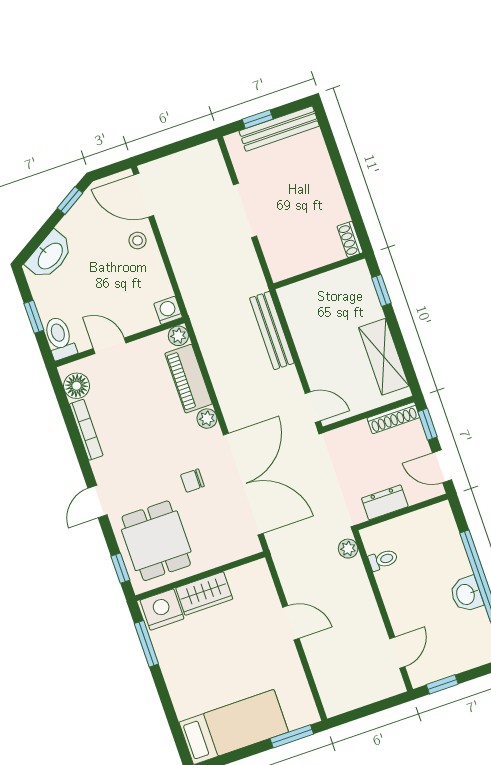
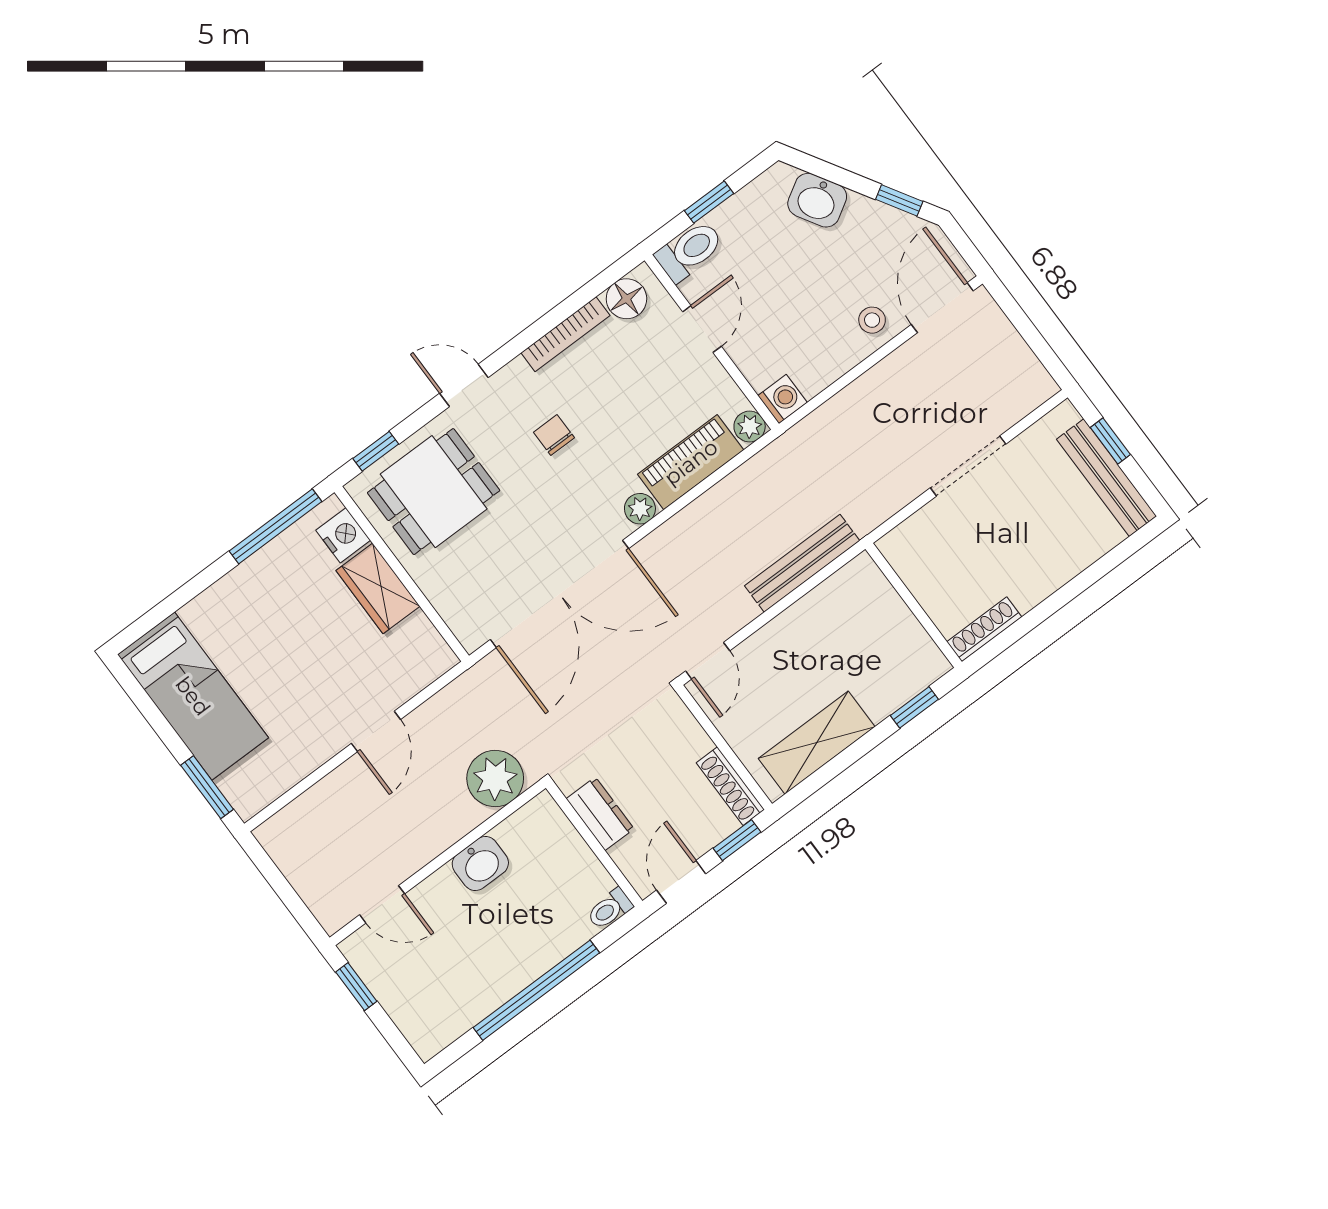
shoe rack: (350, 239) -> (984, 629), width x1.43
washbasin: (50, 255) -> (817, 200), width x0.72
chair: (192, 481) -> (554, 435), moved
plant: (348, 549) -> (495, 778), width x1.88, depth x1.88
toilet: (383, 560) -> (610, 909), moved, turned 90
washbasin: (466, 594) -> (480, 864), moved, turned 180
nightstand: (162, 610) -> (343, 535), width x0.74, depth x0.75
window: (146, 644) -> (275, 526), width x1.44

